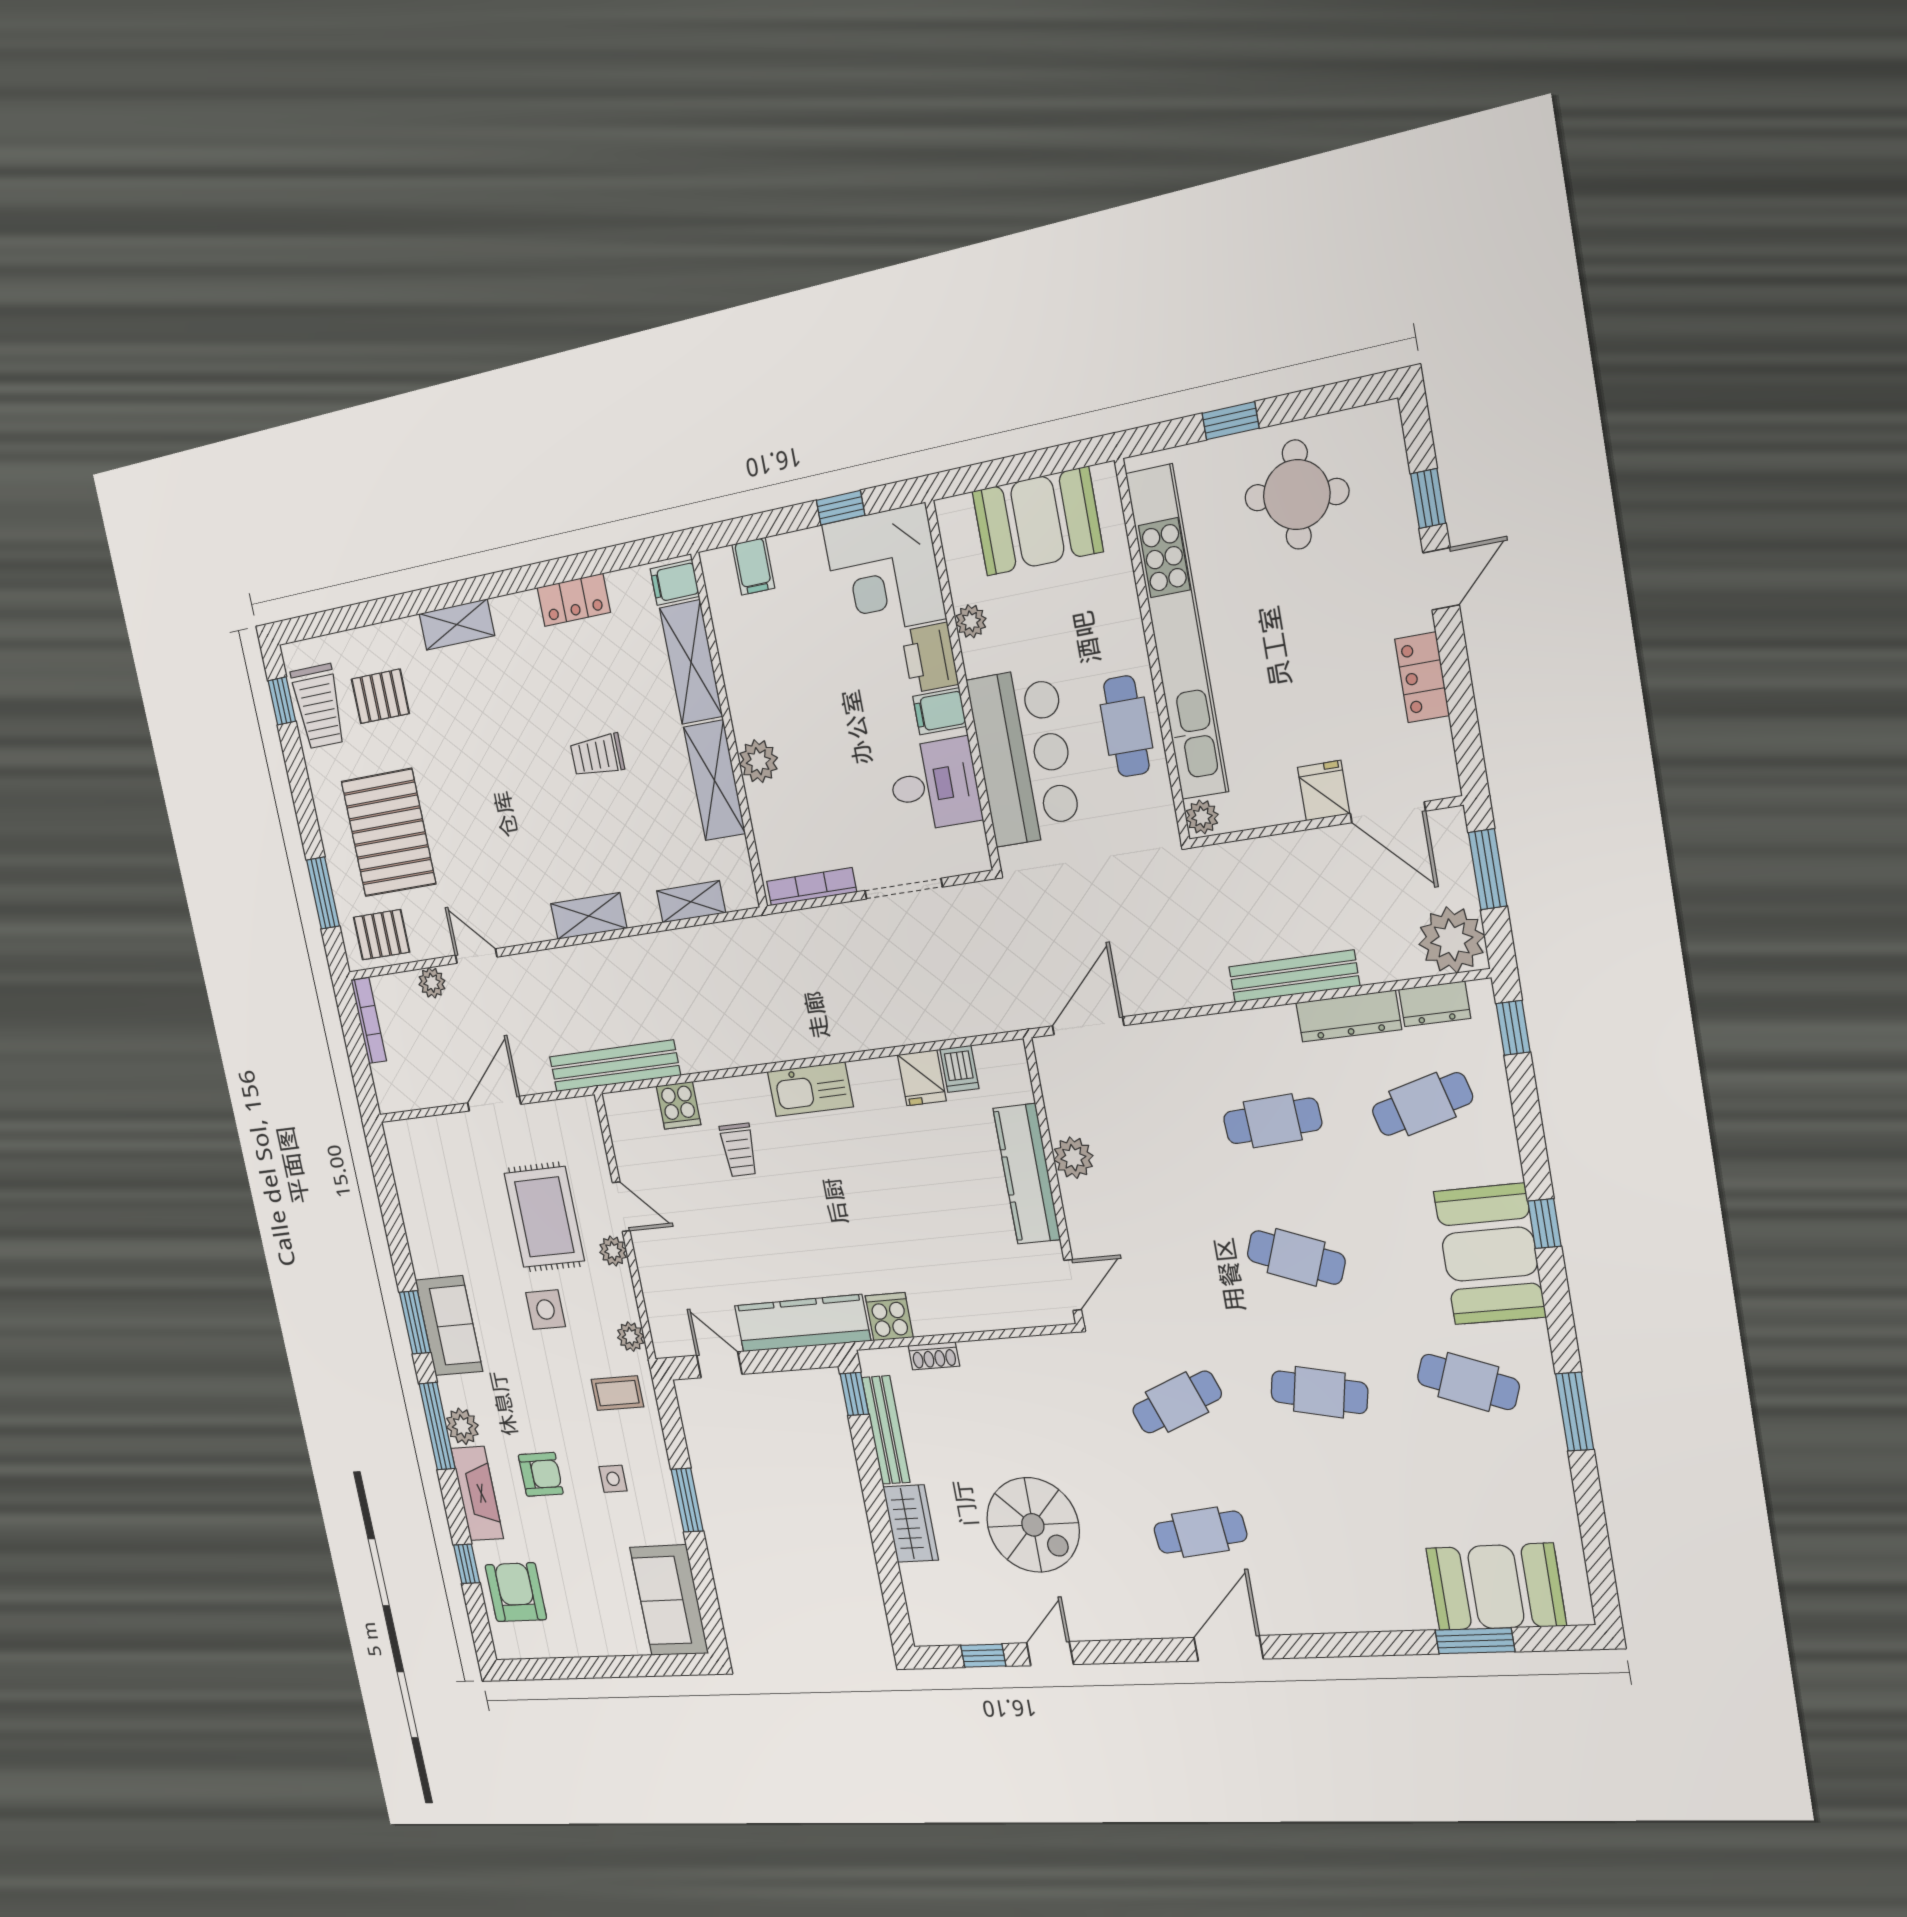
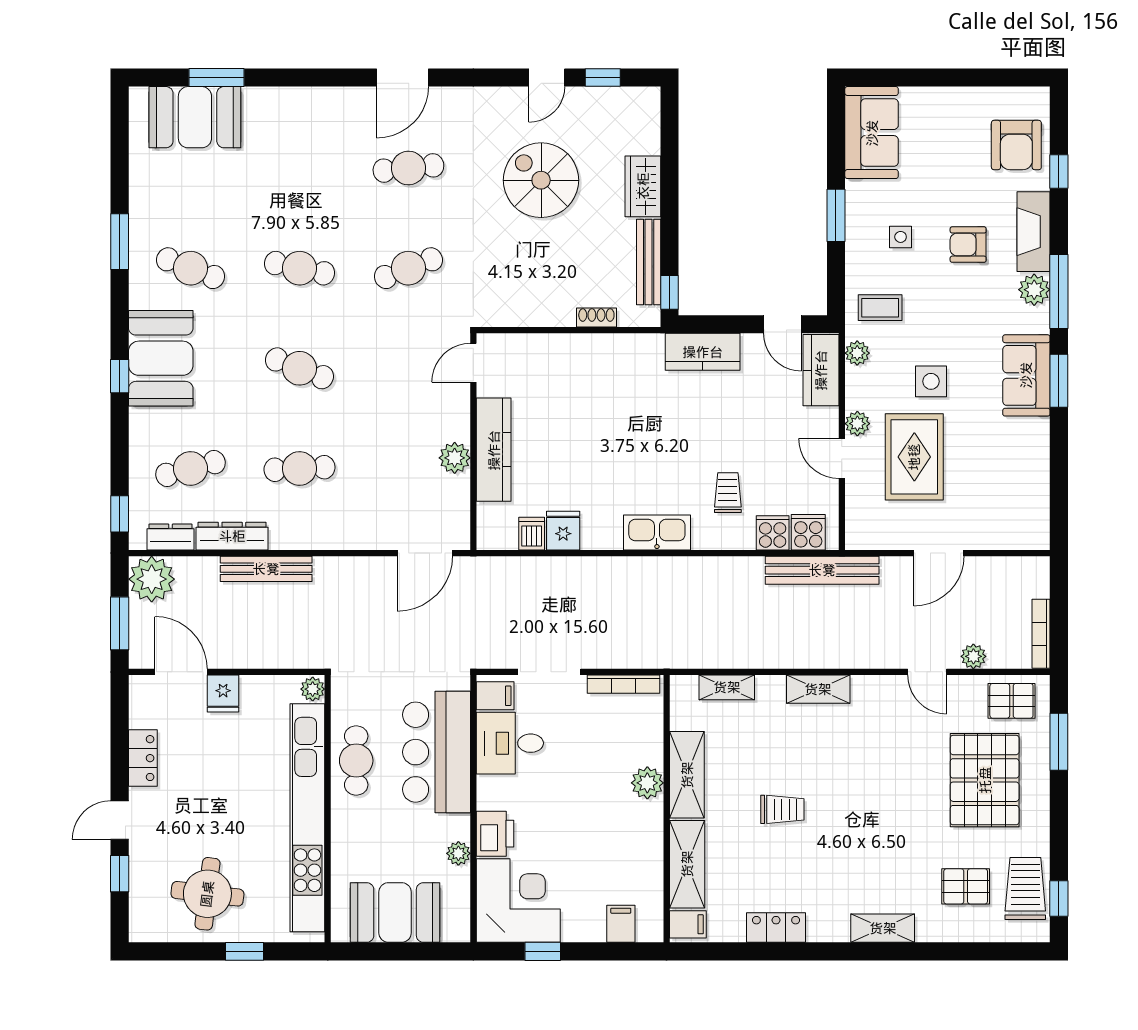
filing cabinet: (940, 711) -> (495, 696), moved
kitchen counter: (666, 1312) -> (821, 370), added
cooker: (889, 1317) -> (808, 532), moved, turned 180
kitchen counter: (802, 1323) -> (703, 352), width x0.67

